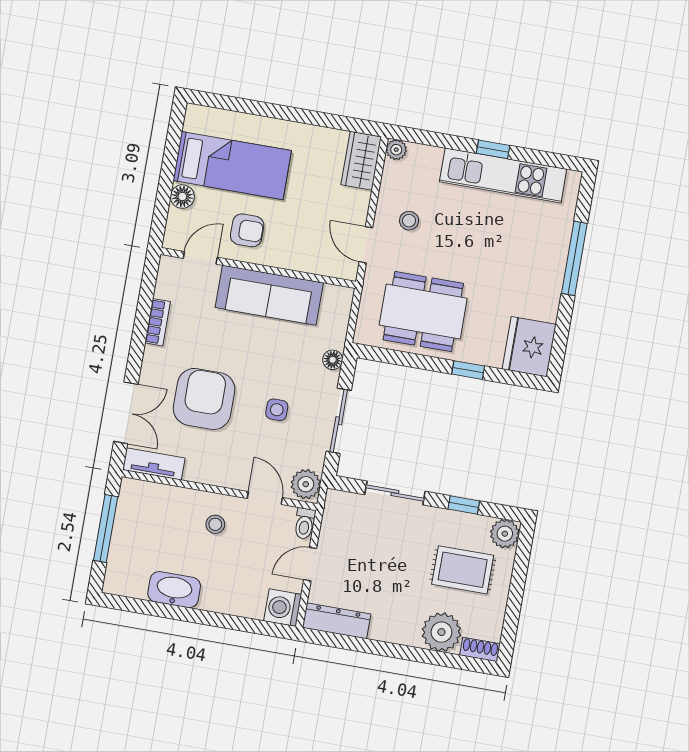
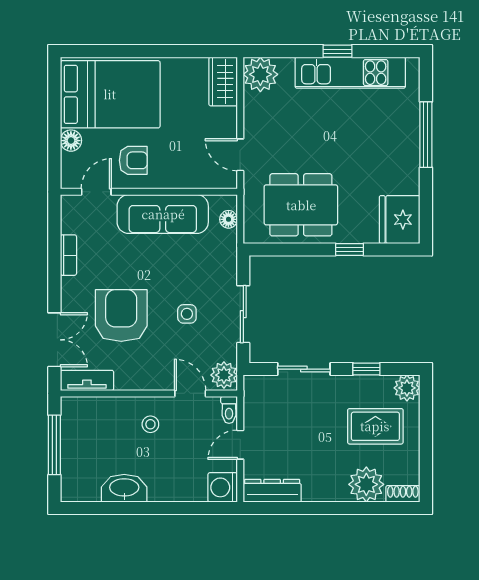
plant: (396, 150) -> (260, 74), width x1.88, depth x1.88
bed: (232, 166) -> (110, 94), width x1.50
stool: (409, 221) -> (274, 127), removed
floor lamp: (333, 360) -> (228, 219), moved

